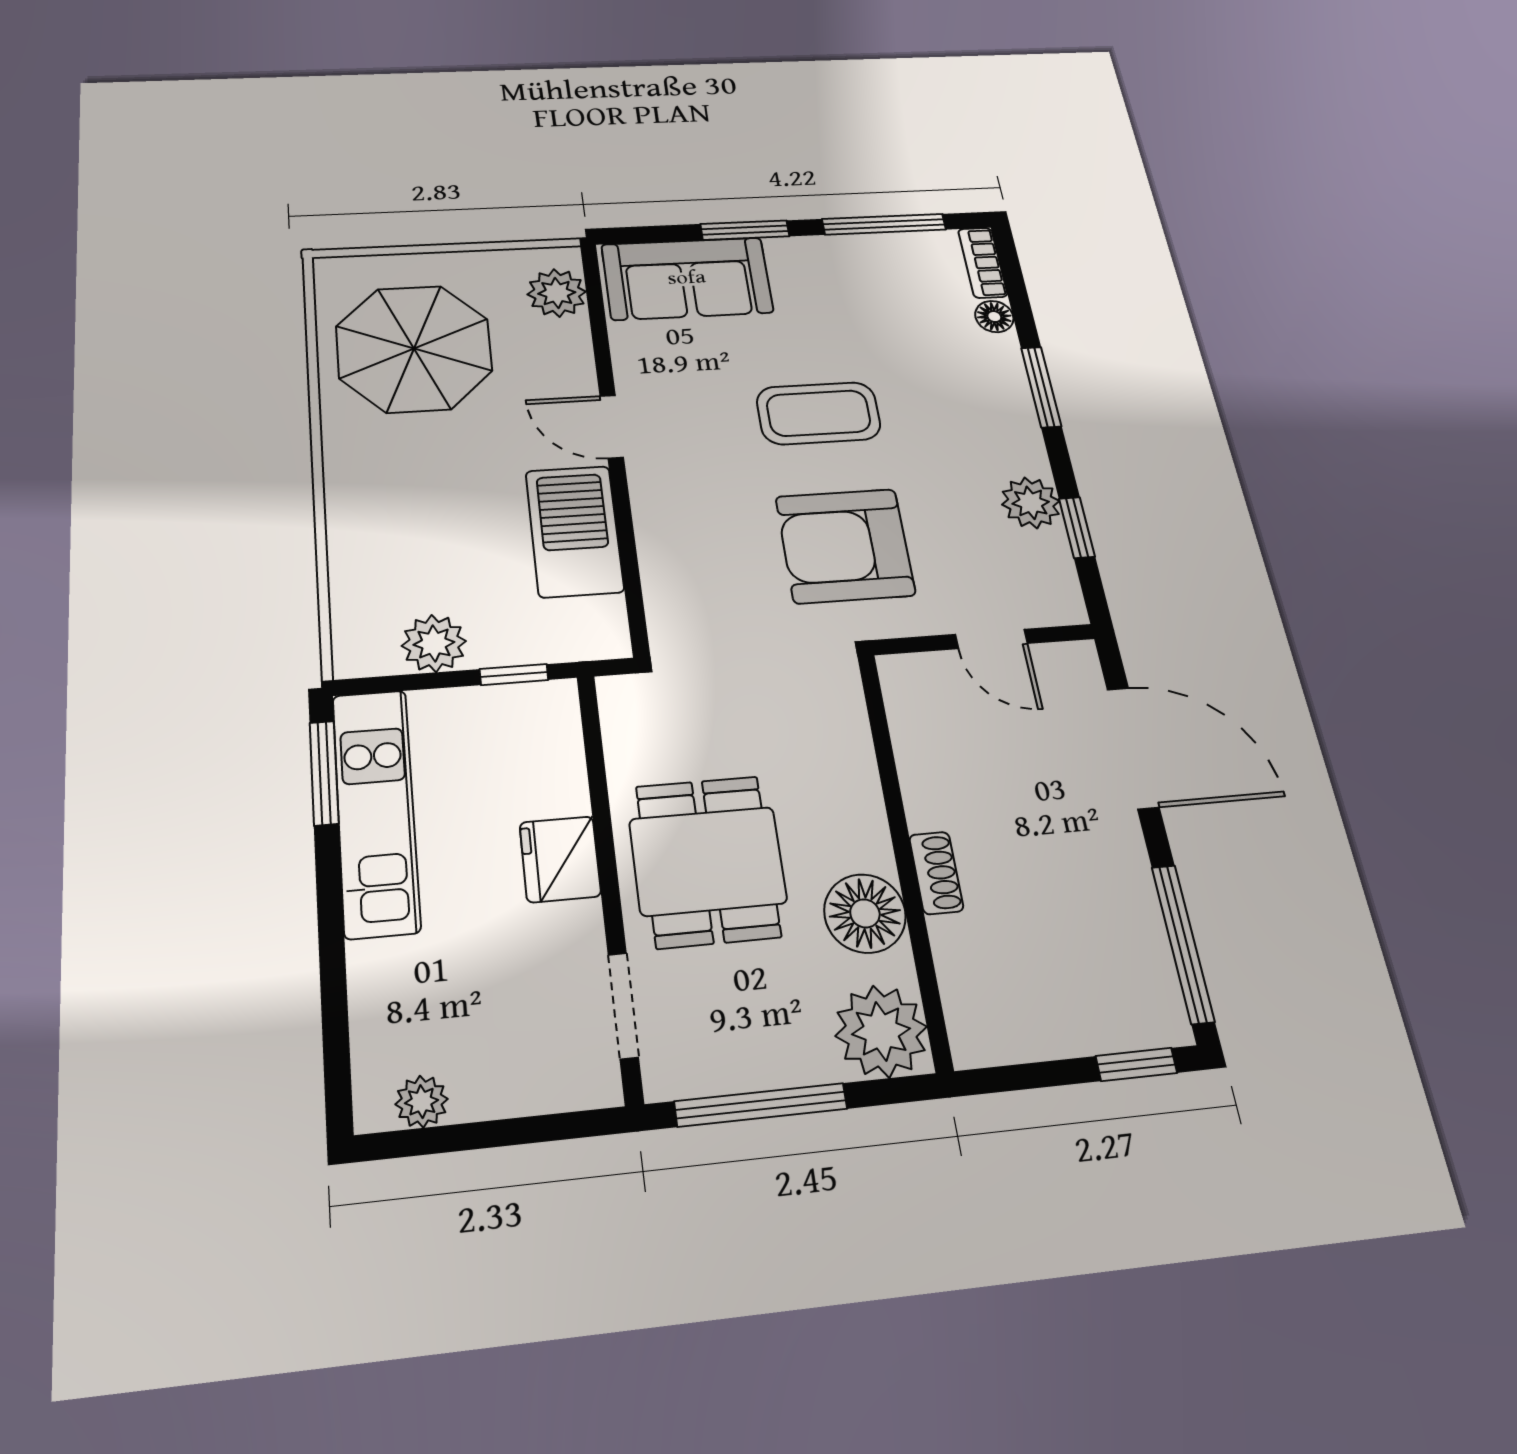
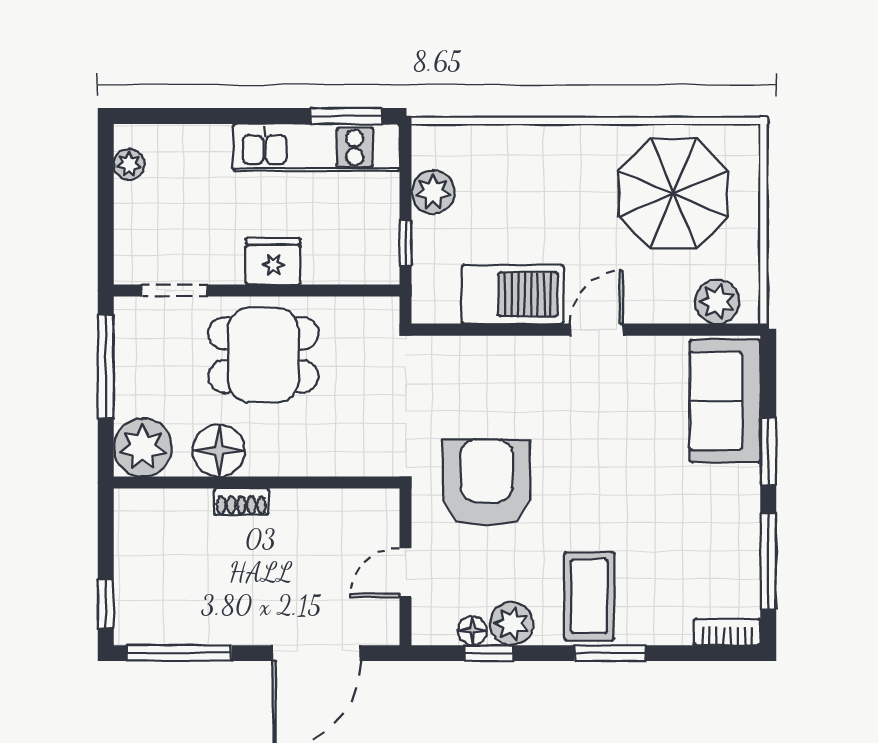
floor lamp: (994, 317) -> (472, 631), moved
coffee table: (819, 413) -> (589, 596), moved

